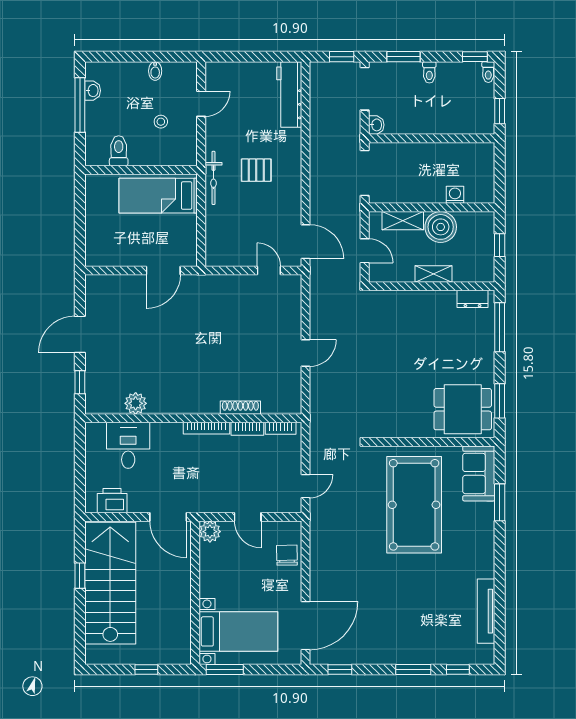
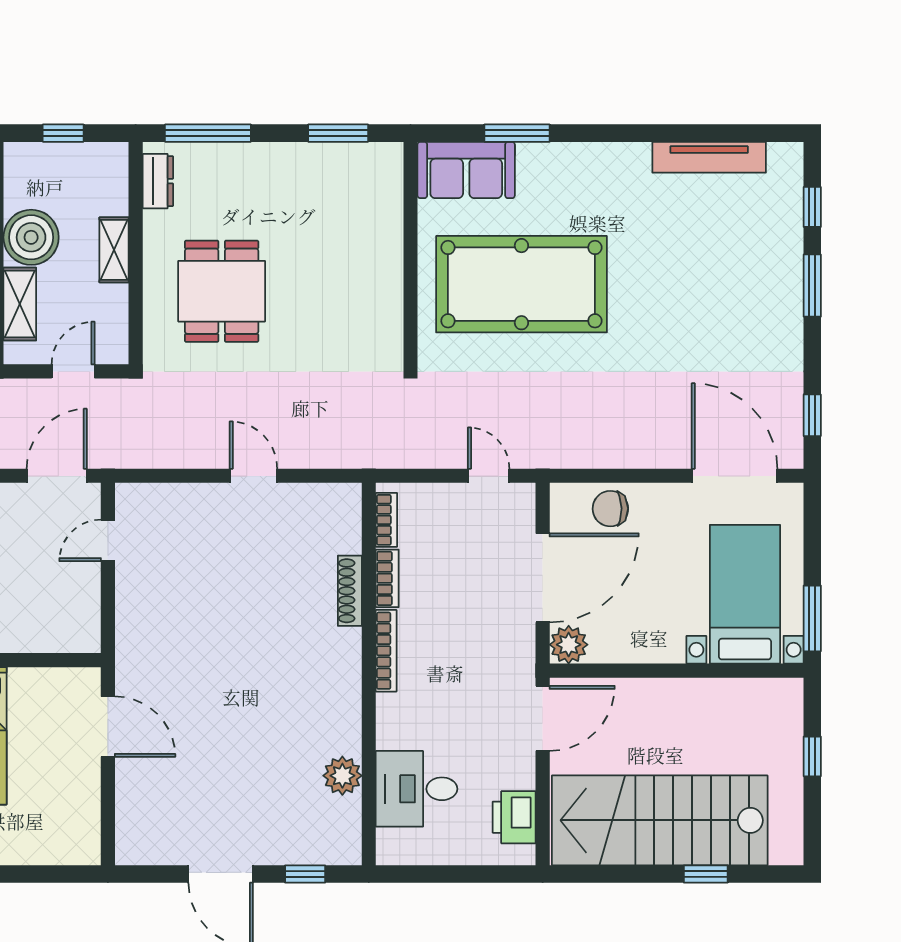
dining table: (463, 409) -> (222, 291), moved
door: (248, 517) -> (543, 578), width x1.88
window: (80, 576) -> (706, 874), moved

